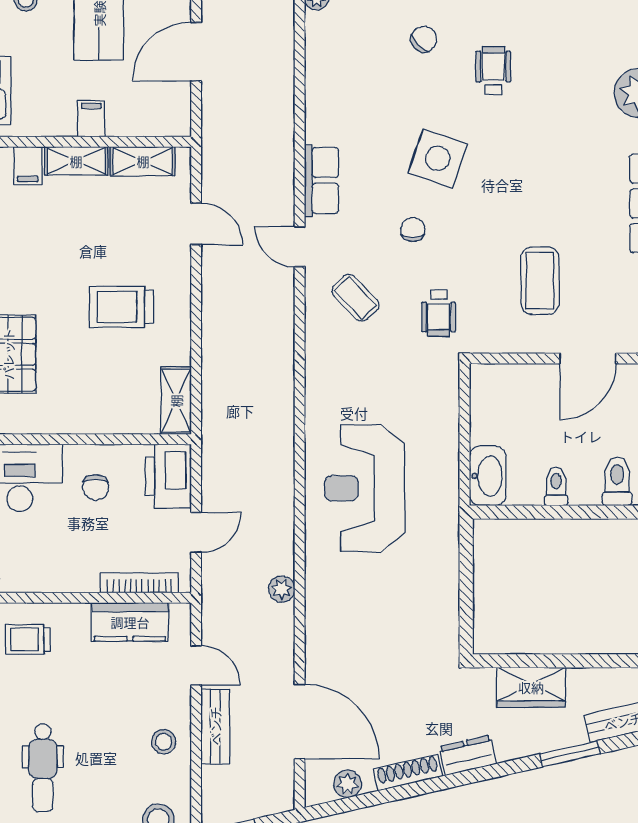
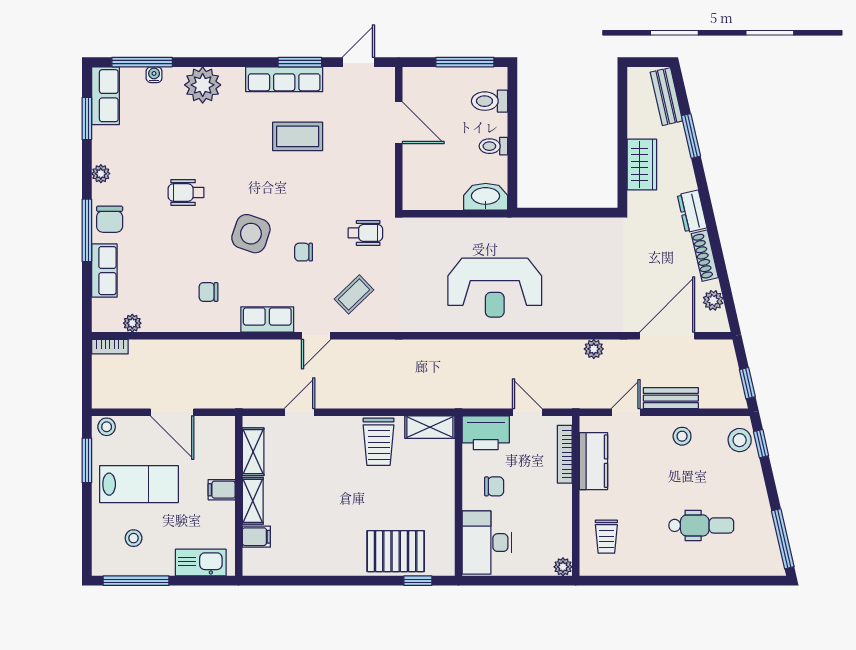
chair: (424, 39) -> (208, 292), moved, turned -45
coffee table: (540, 281) -> (298, 136), moved
trolley: (122, 307) -> (379, 442), moved
plant: (282, 589) -> (594, 349), moved

